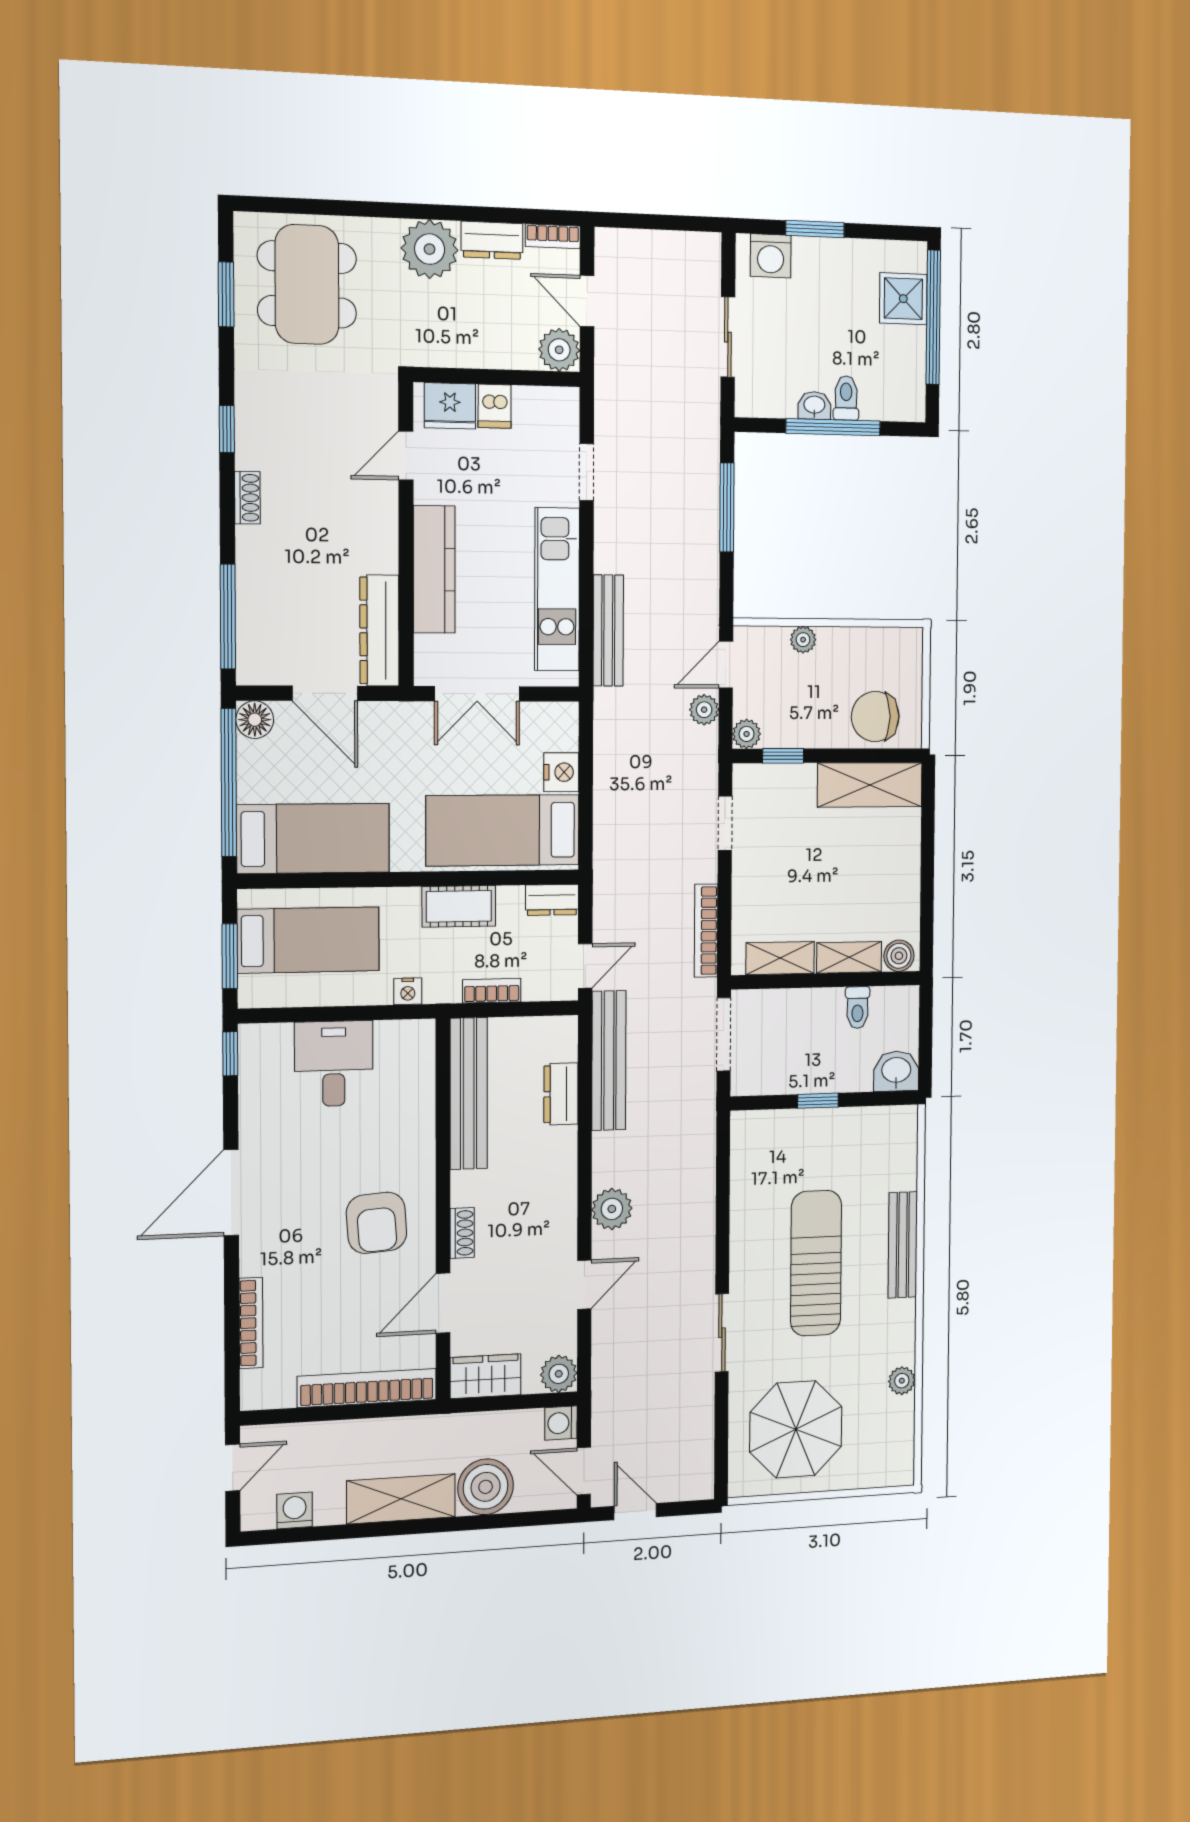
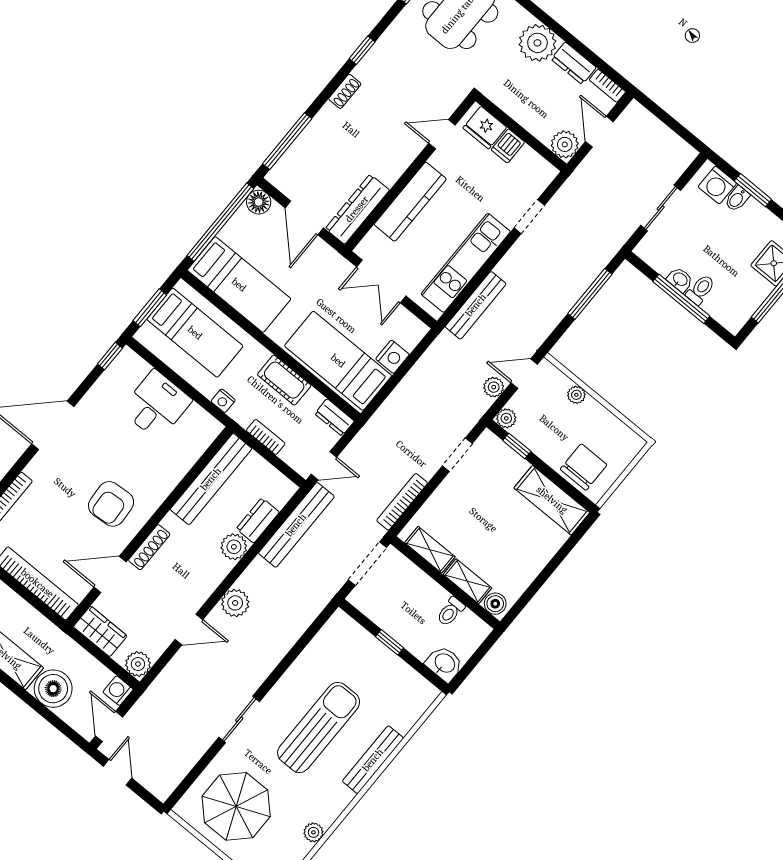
bidet: (805, 254) -> (737, 199), added
chair: (875, 717) -> (584, 467), turned 90
plant: (558, 1147) -> (234, 547), added
shoe rack: (462, 1233) -> (149, 547), width x1.43

